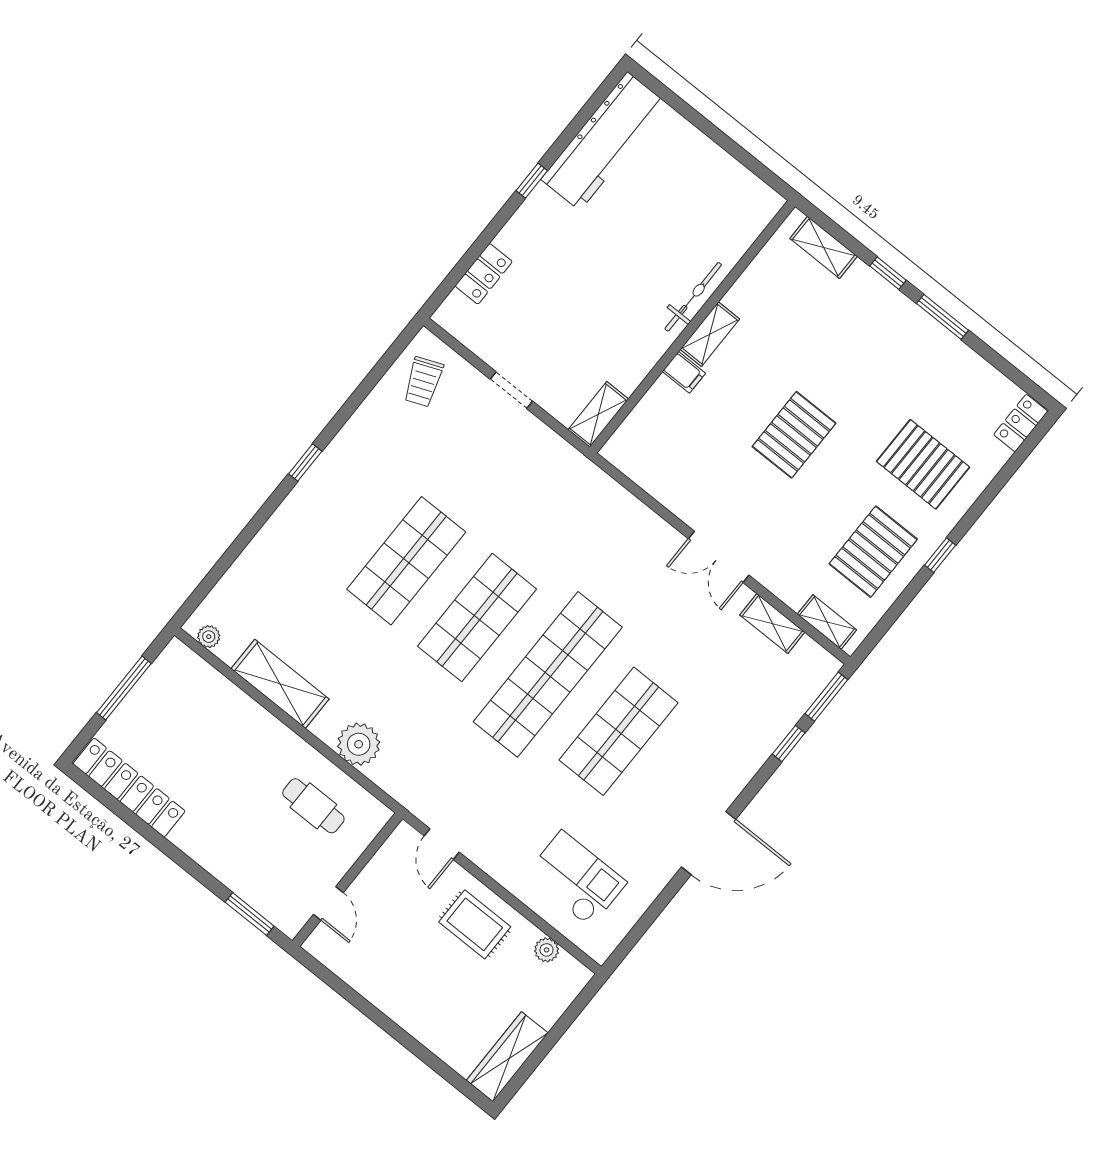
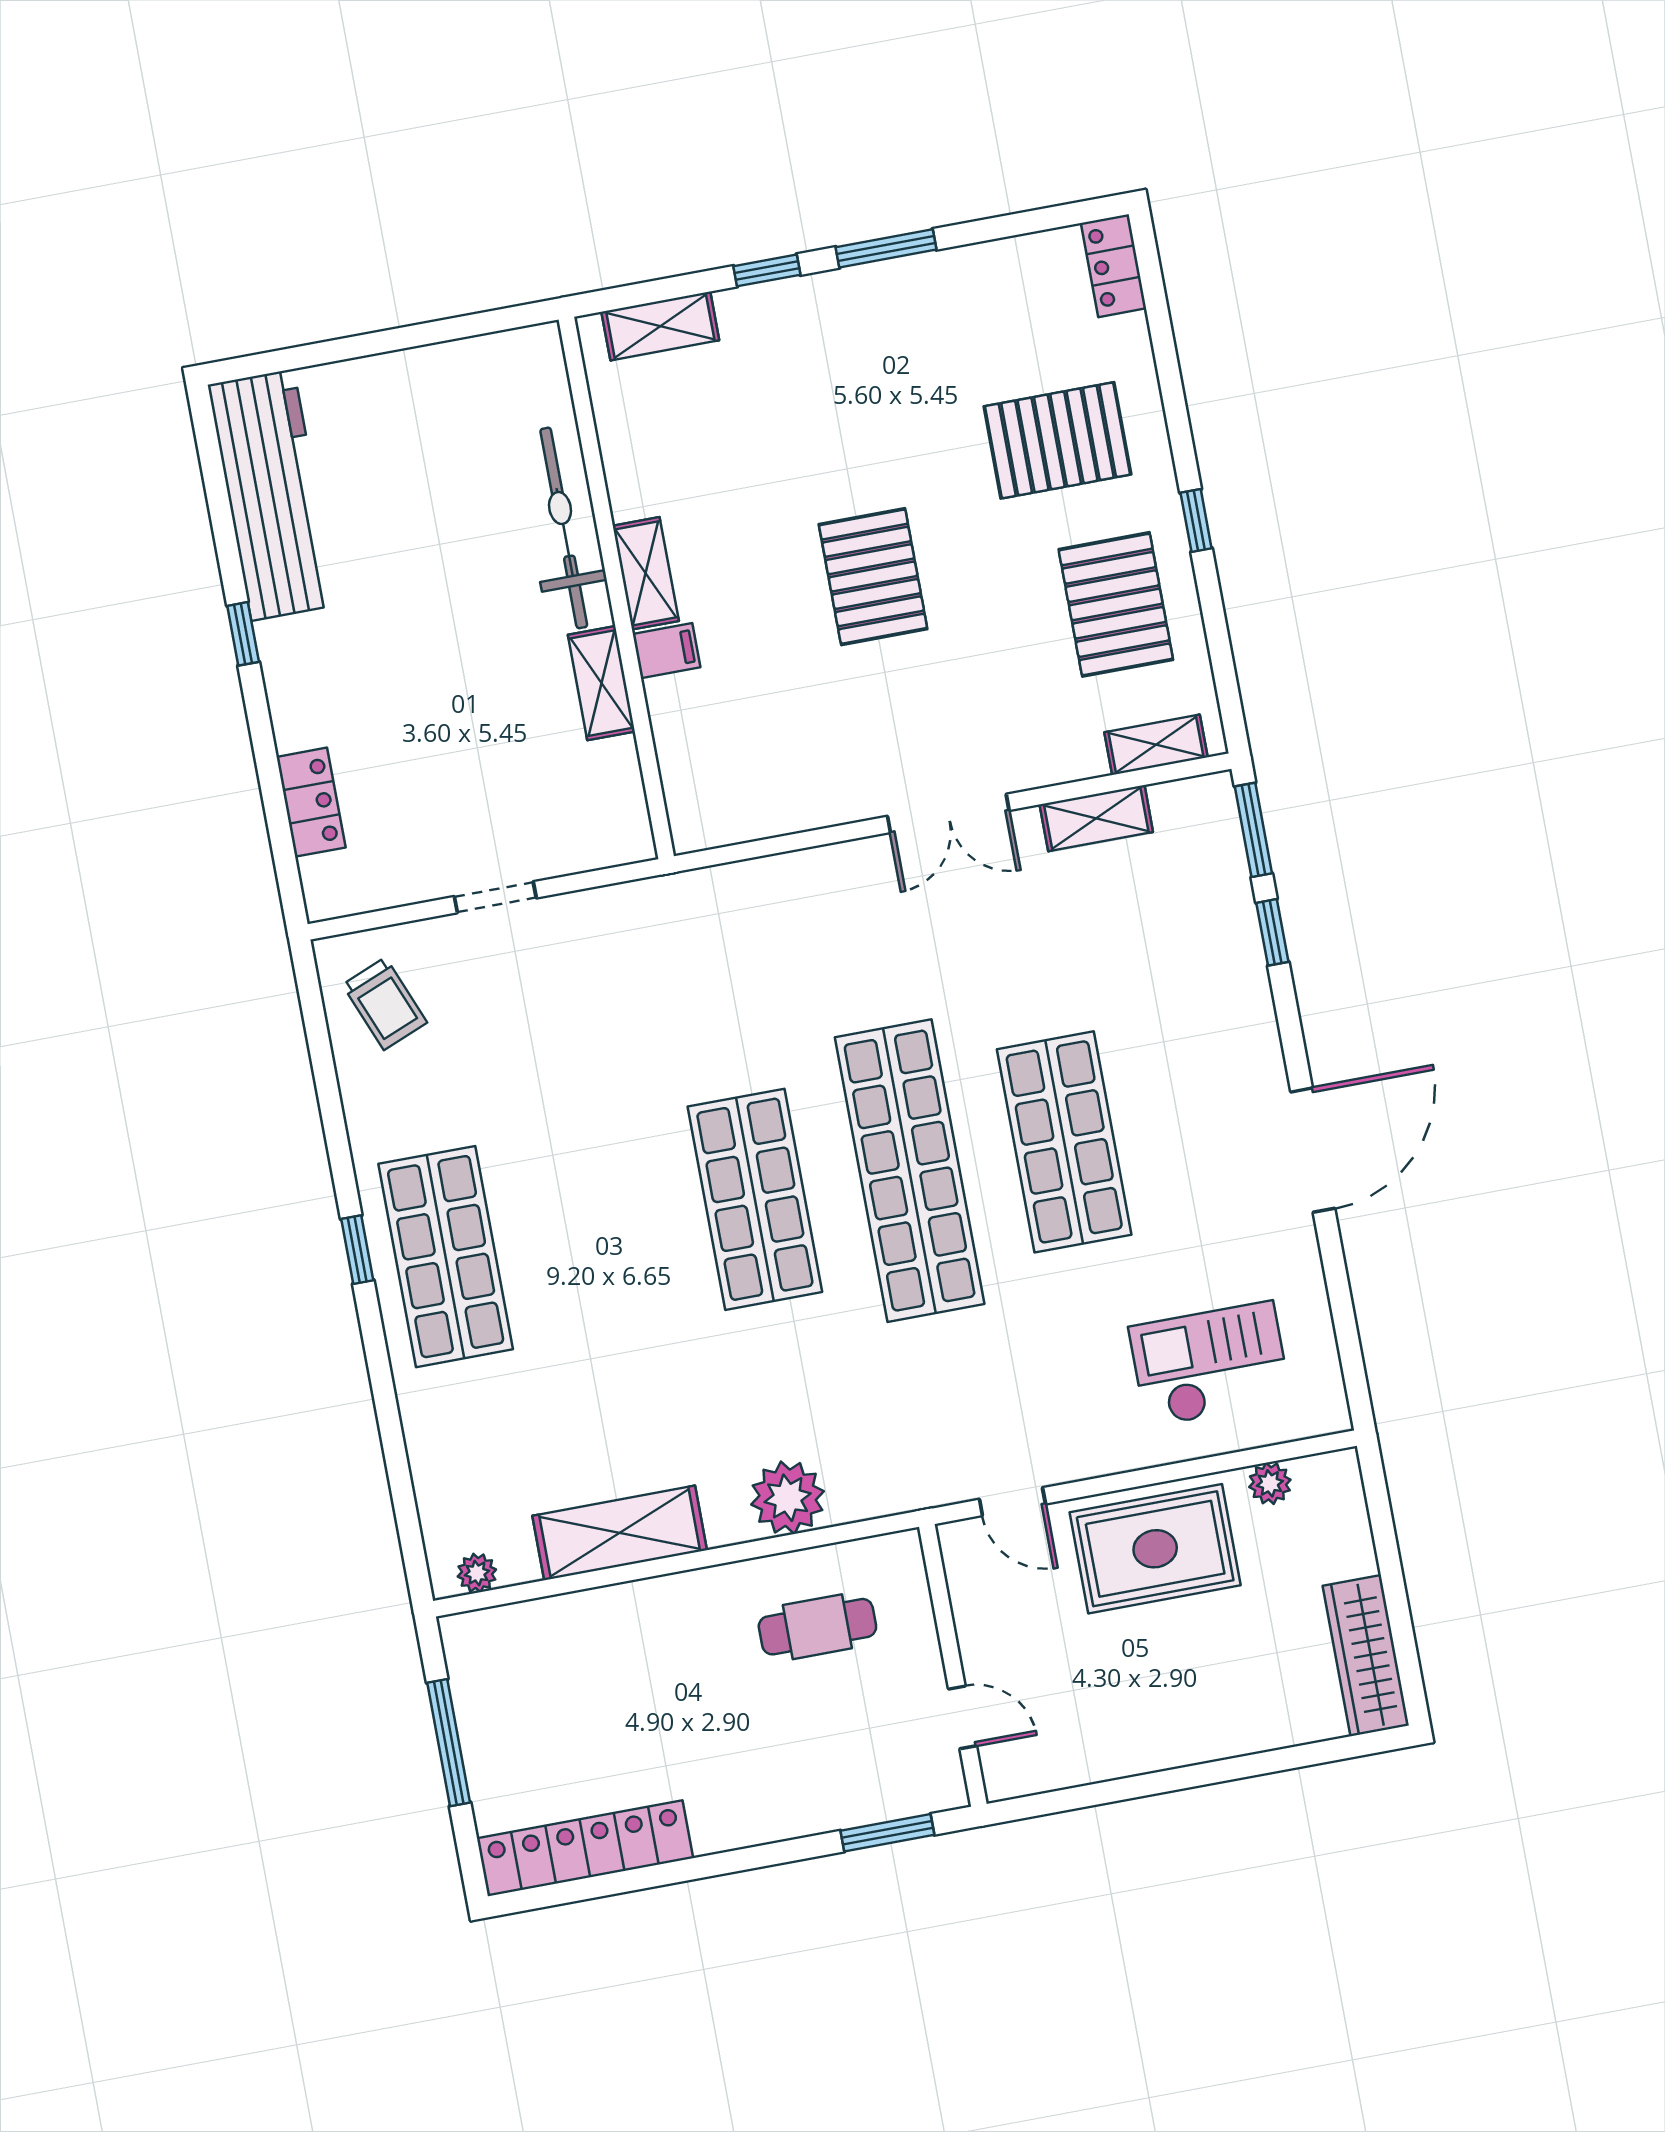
bicycle: (693, 297) -> (564, 528), width x1.37, depth x1.40
shelving: (598, 414) -> (601, 683), moved
shop shelf: (406, 561) -> (446, 1257), moved
rug: (475, 924) -> (1155, 1549), width x1.36, depth x1.43

